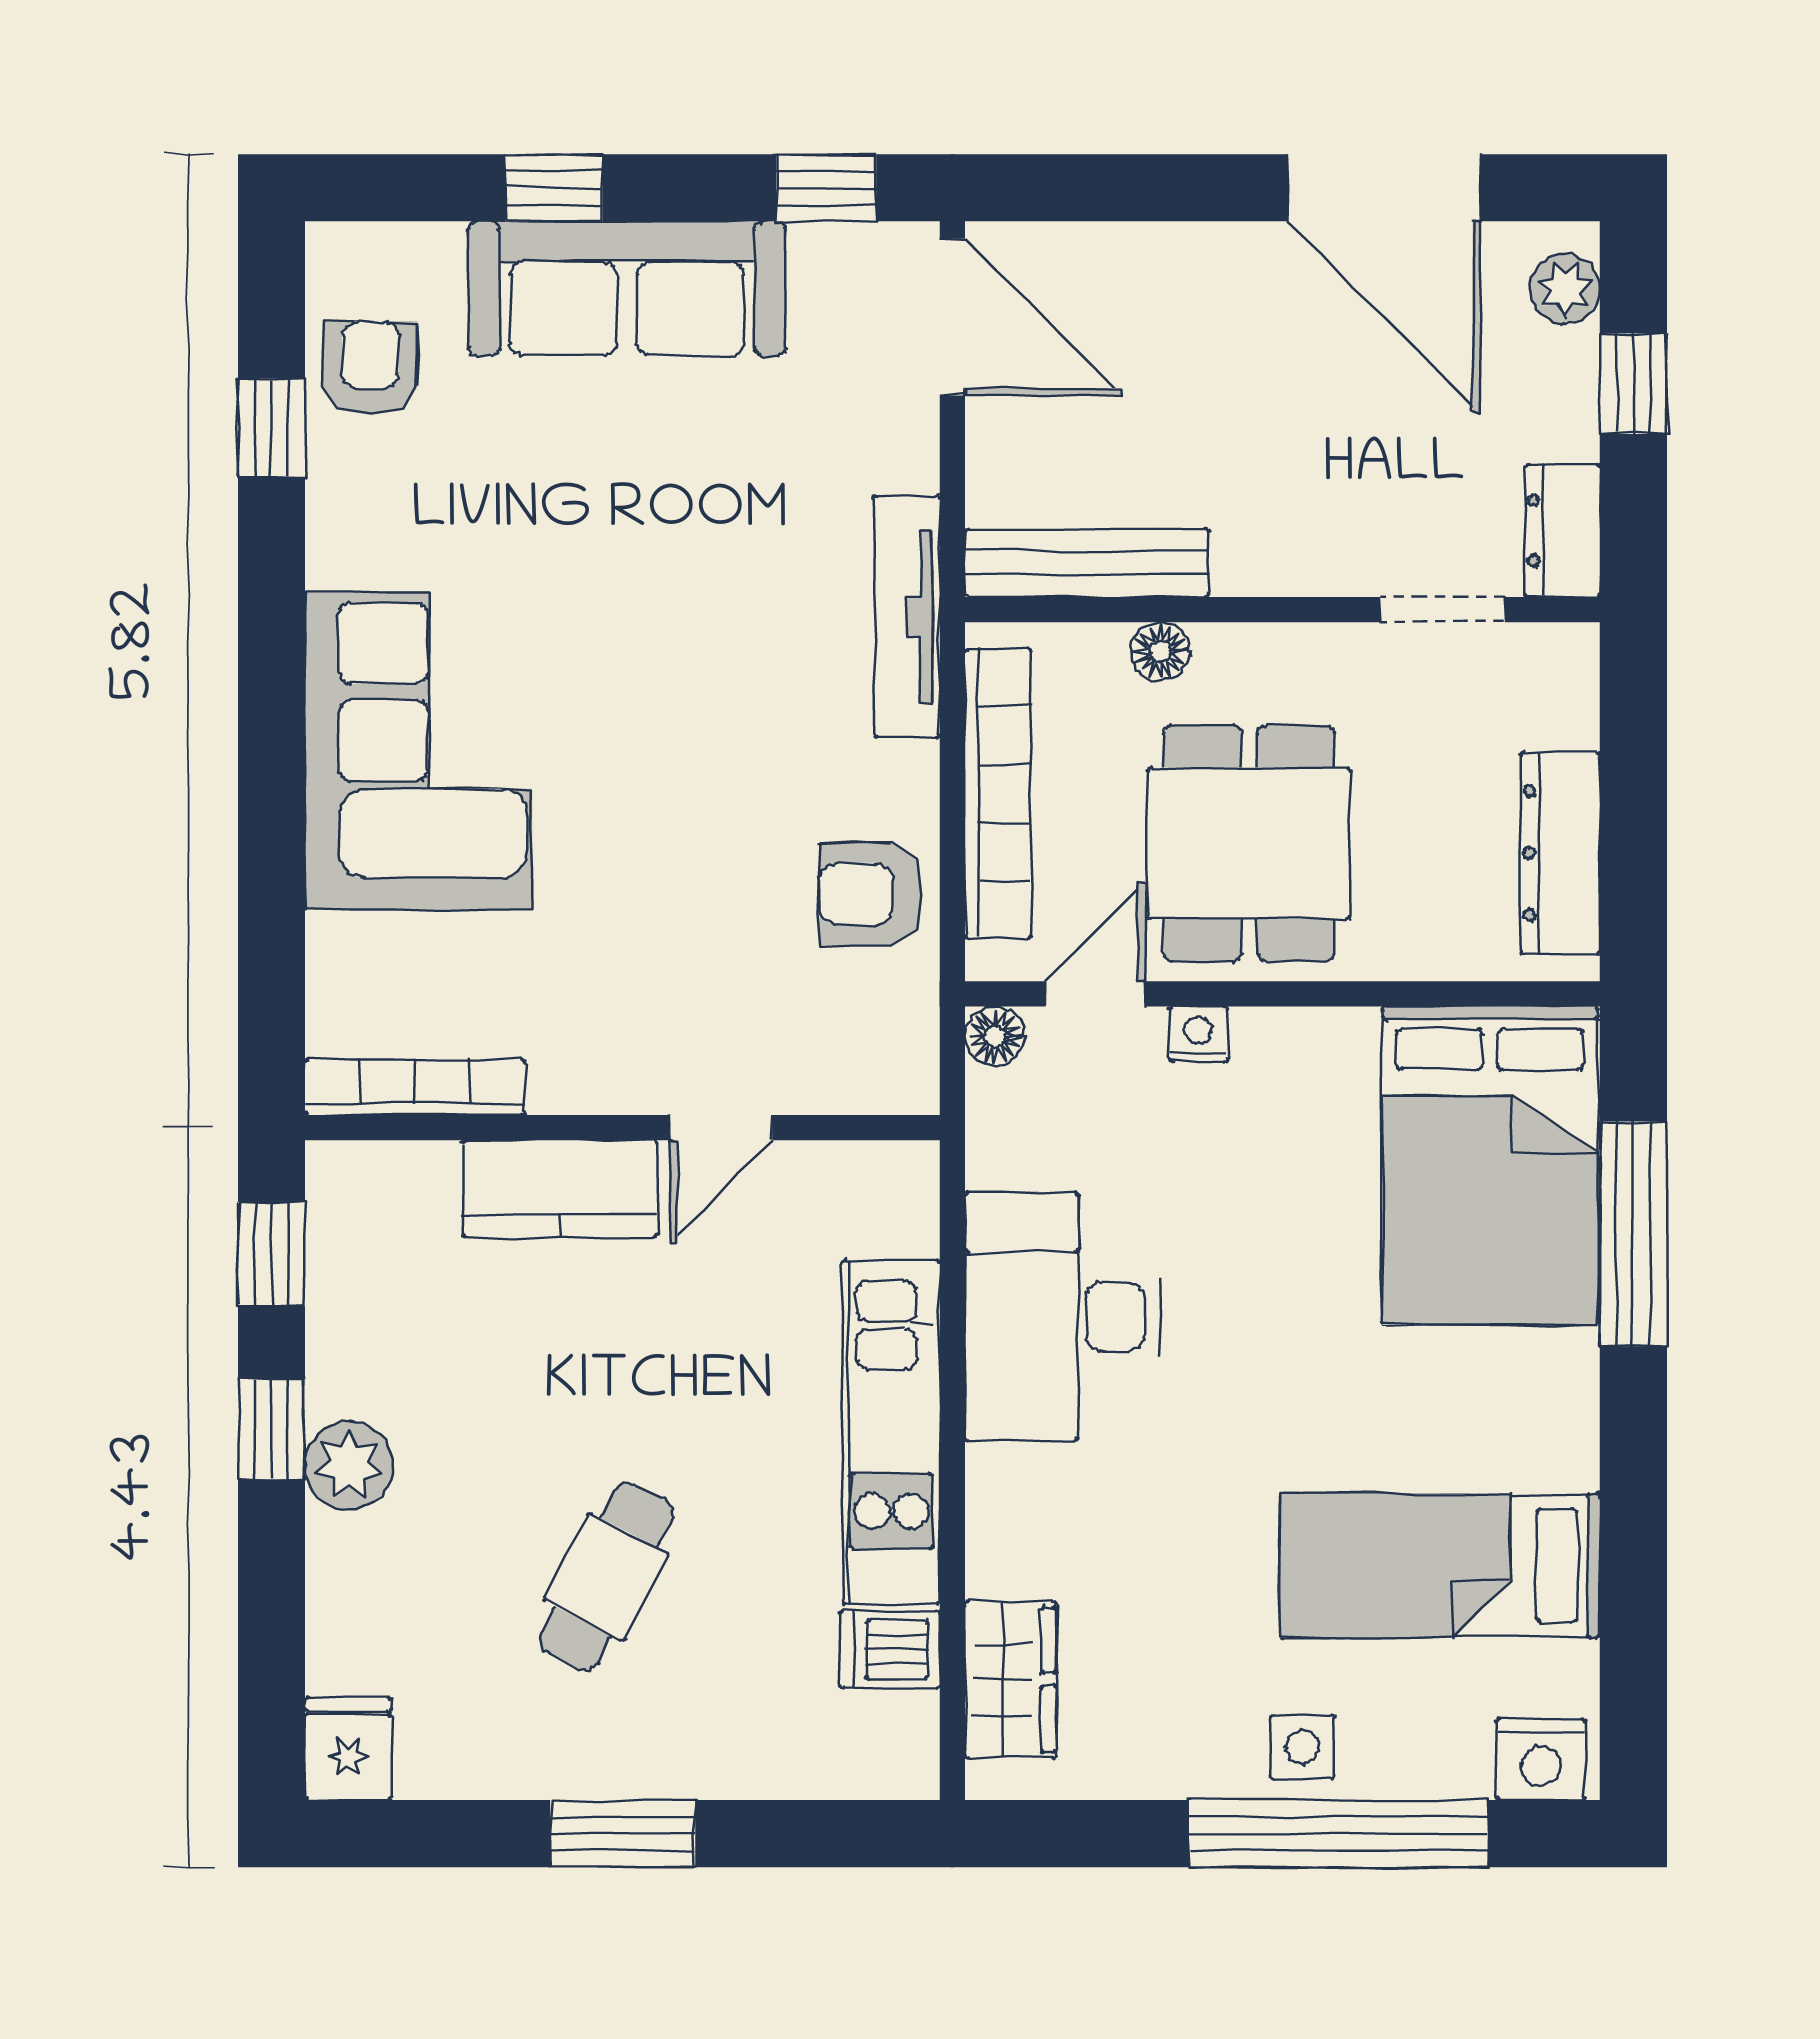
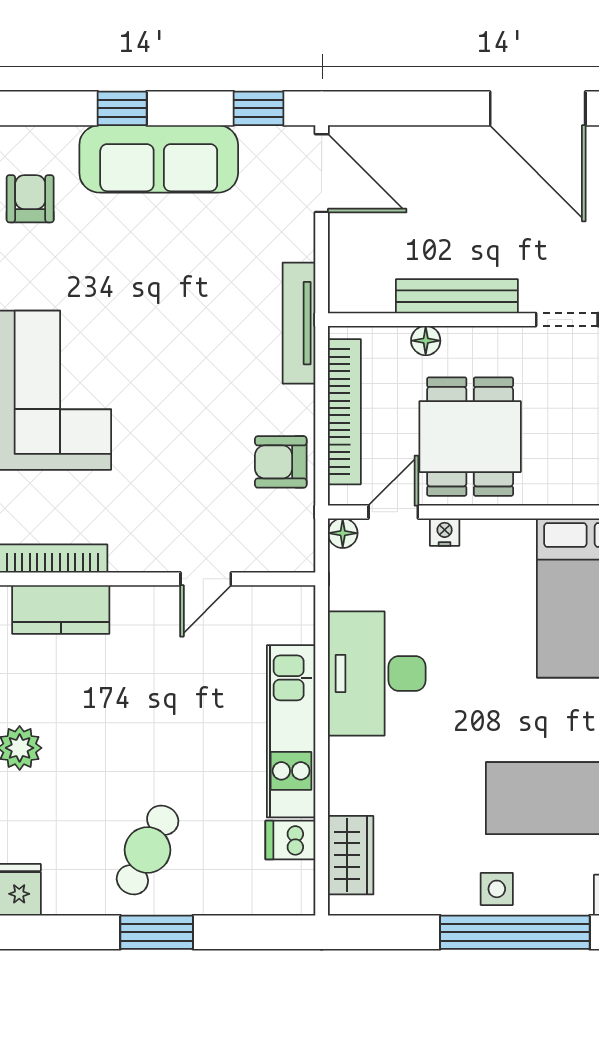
bench: (1087, 563) -> (457, 296), moved
kitchen counter: (560, 1189) -> (61, 609), moved
cafe table: (606, 1577) -> (148, 850), moved

